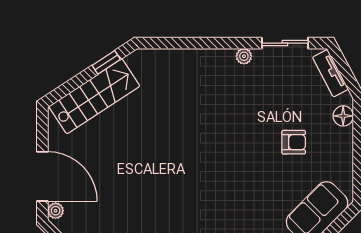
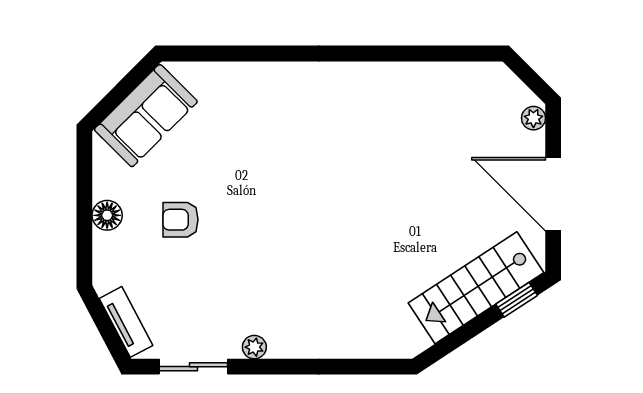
window: (106, 62) -> (517, 300), moved
floor lamp: (343, 116) -> (107, 215), moved
door: (42, 176) -> (553, 194), moved

